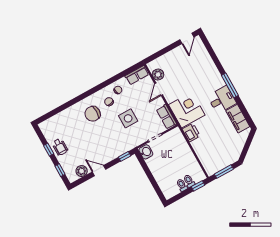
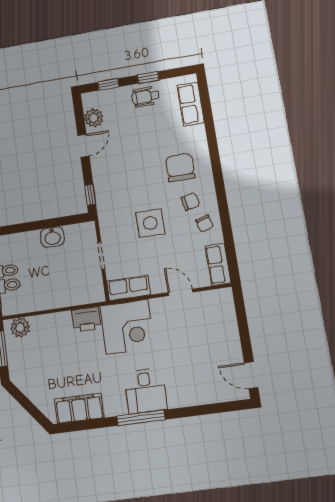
plant: (158, 74) -> (20, 328), moved
desk: (222, 100) -> (145, 391), moved
row of seats: (56, 121) -> (191, 104), added
washbasin: (146, 152) -> (52, 237), moved

